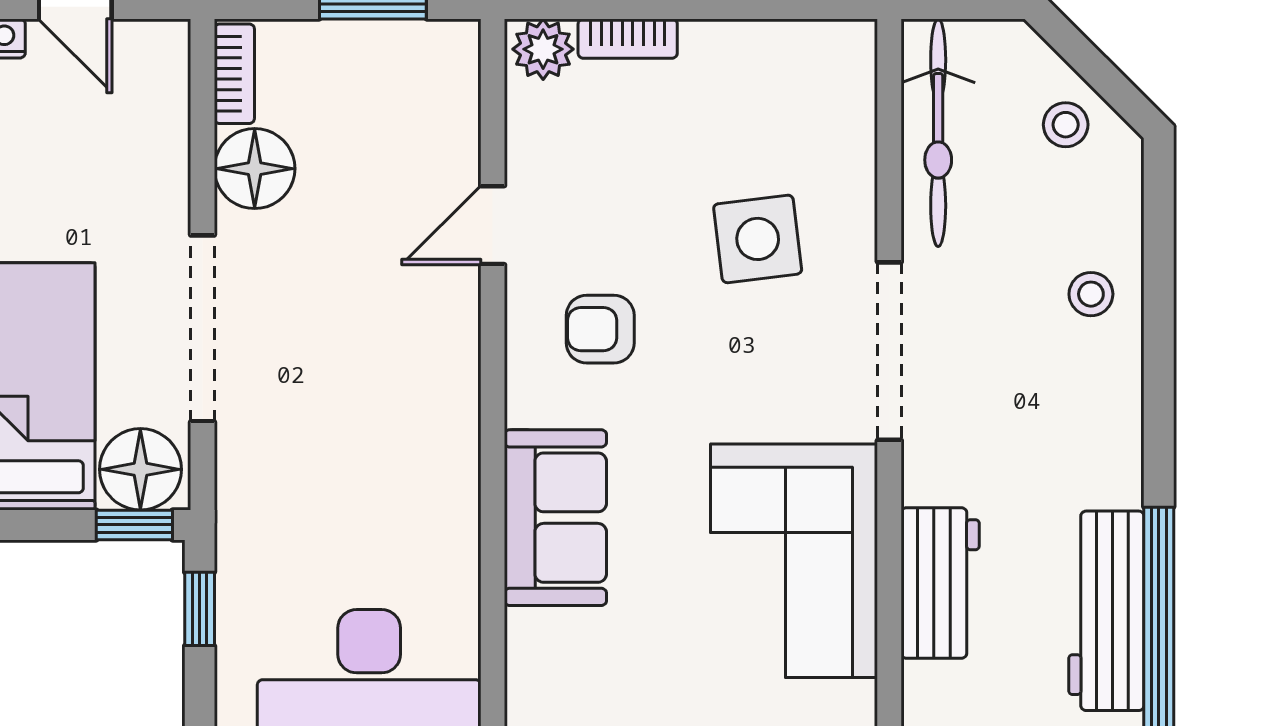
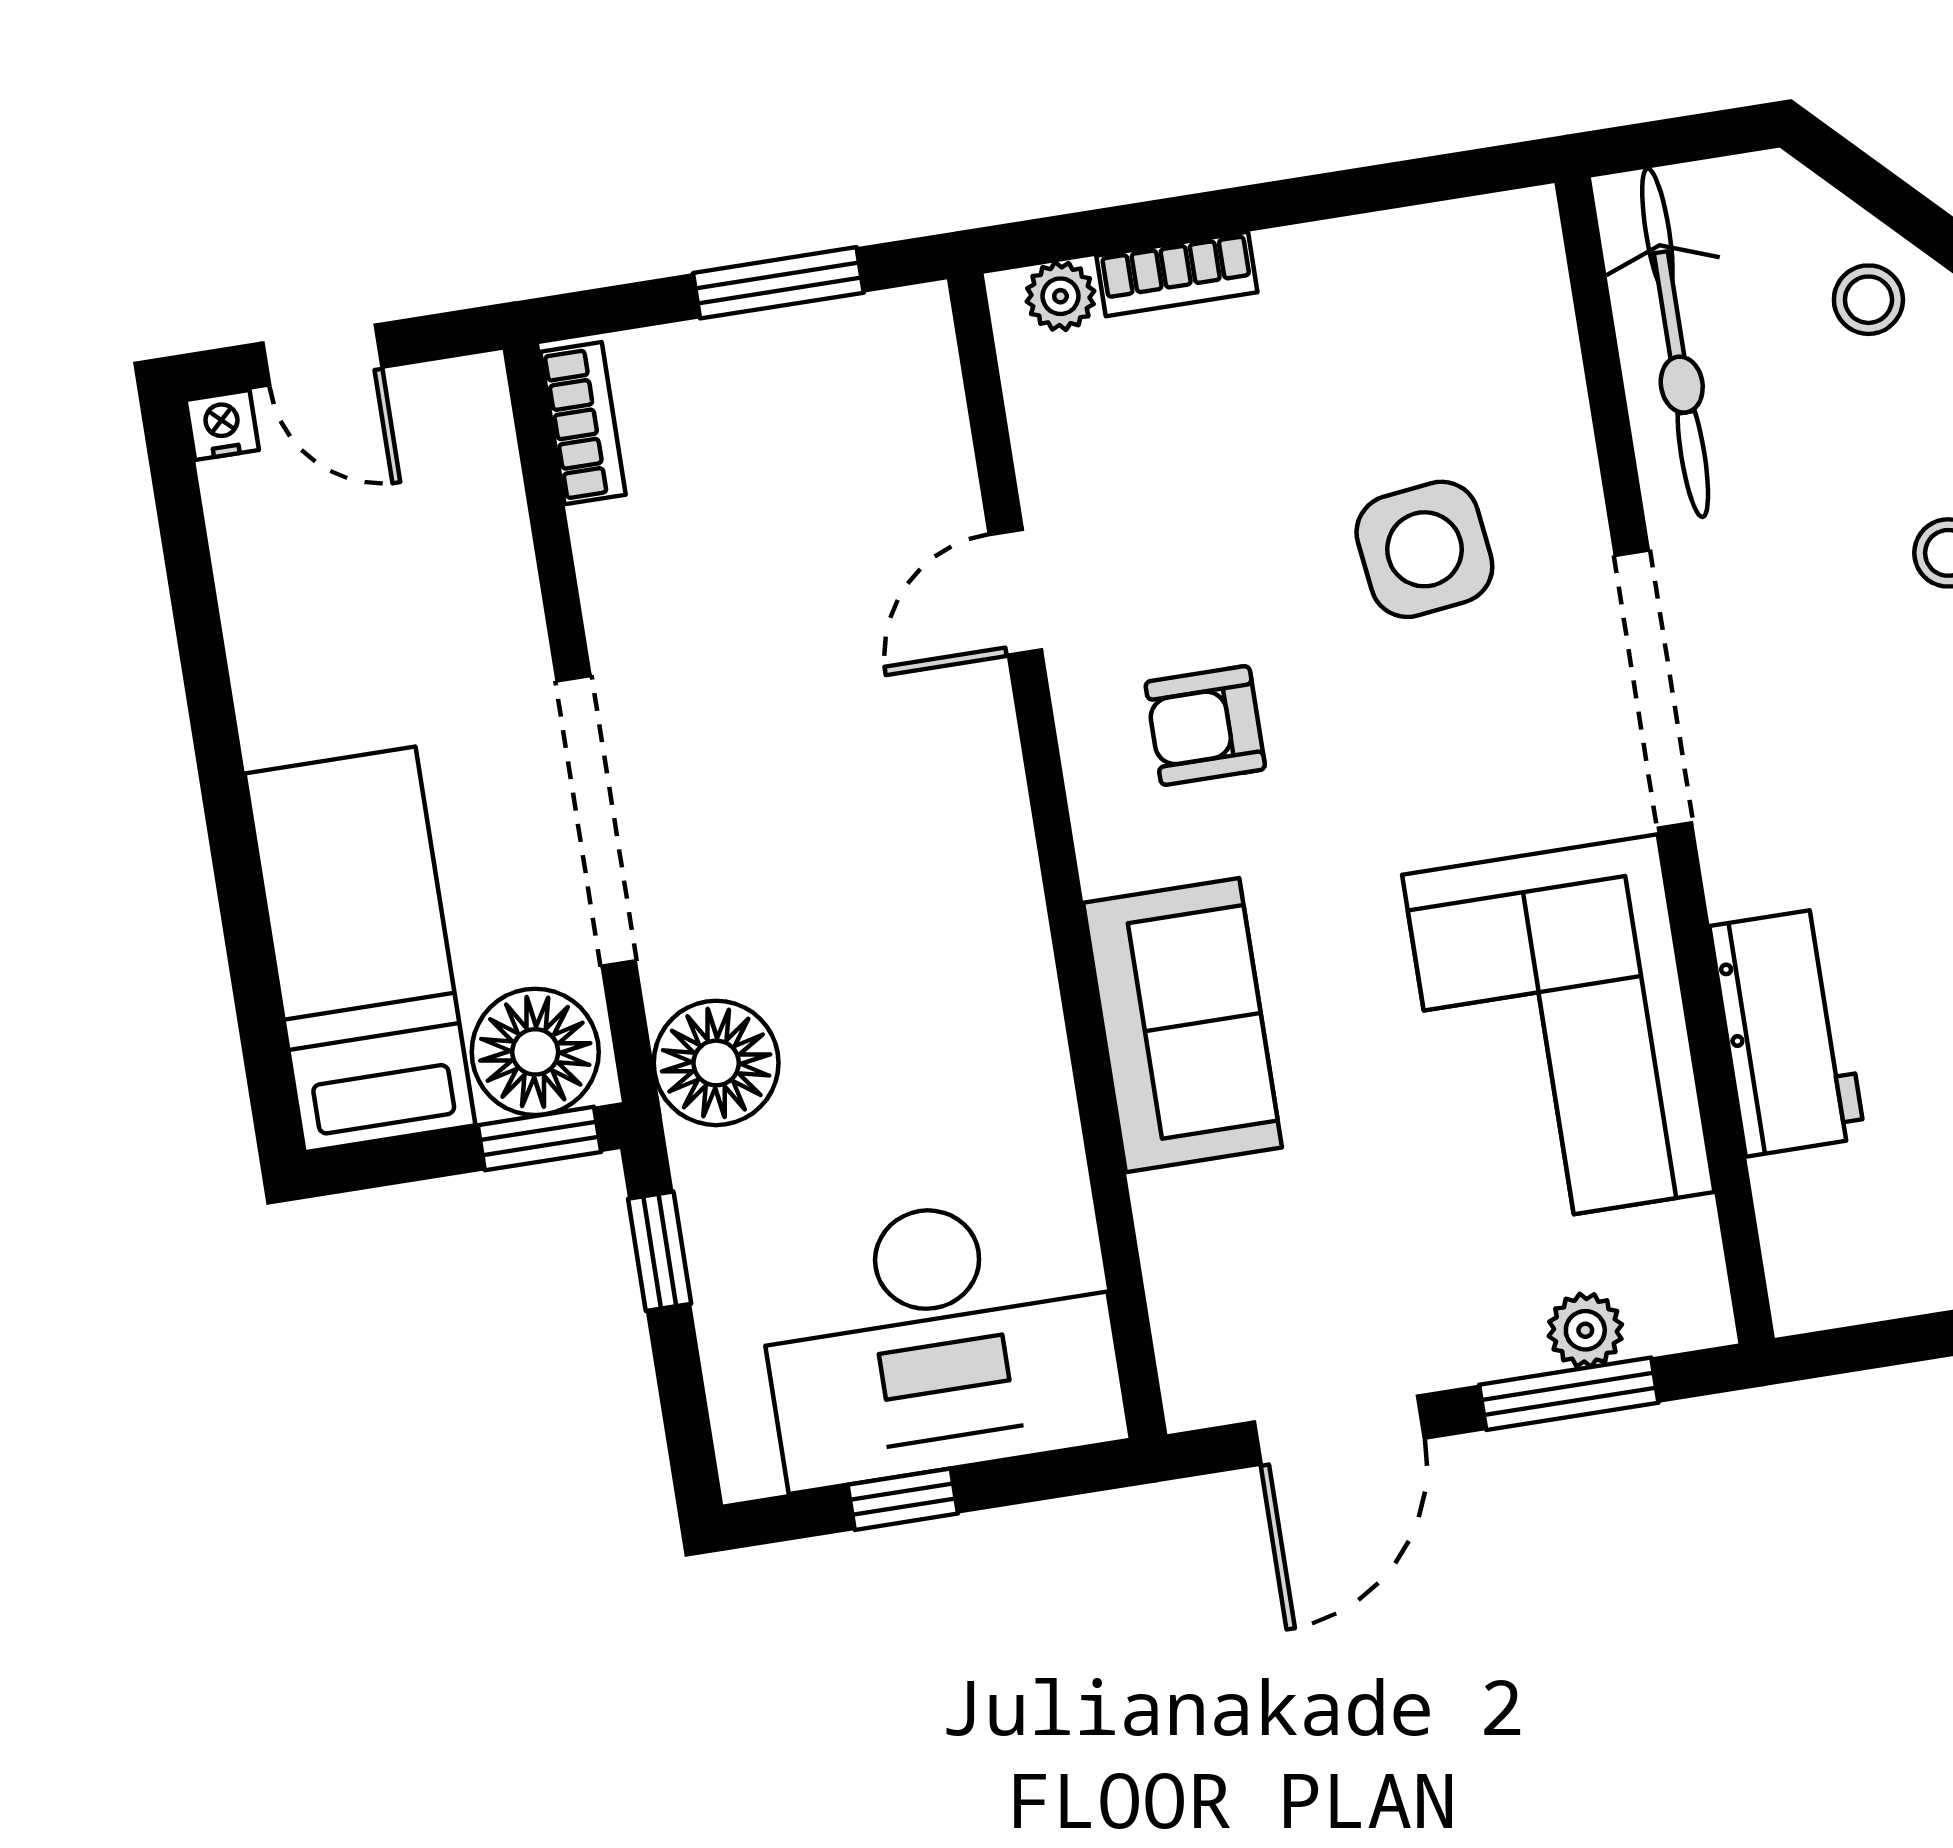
plant: (543, 49) -> (1060, 296), width x0.73, depth x0.73
floor lamp: (255, 169) -> (716, 1063), moved

